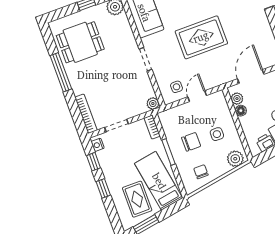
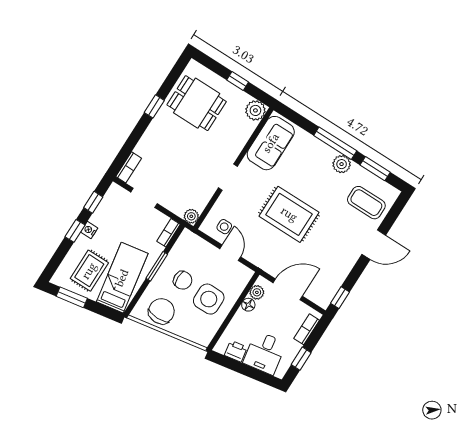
window: (61, 72) -> (154, 106), width x0.46
door: (197, 96) -> (230, 253), hinge flipped
bookcase: (86, 114) -> (129, 167), width x0.64
side table: (217, 134) -> (209, 299), width x1.87, depth x1.87
nightstand: (98, 145) -> (89, 230), moved
plant: (235, 159) -> (199, 334), removed
chair: (201, 172) -> (161, 311), width x1.87, depth x1.87

